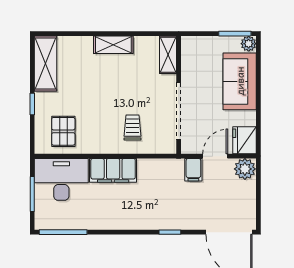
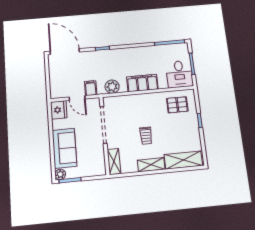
shelving: (46, 64) -> (183, 160), moved, turned 90
trolley: (133, 127) -> (146, 136), moved
pallet: (63, 131) -> (177, 105), turned 90
door: (215, 156) -> (77, 98), hinge flipped
plant: (245, 169) -> (112, 87), moved
desk: (61, 179) -> (179, 74), width x0.73

